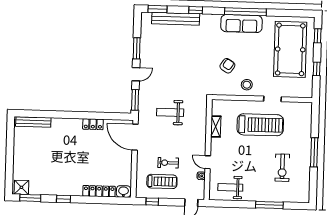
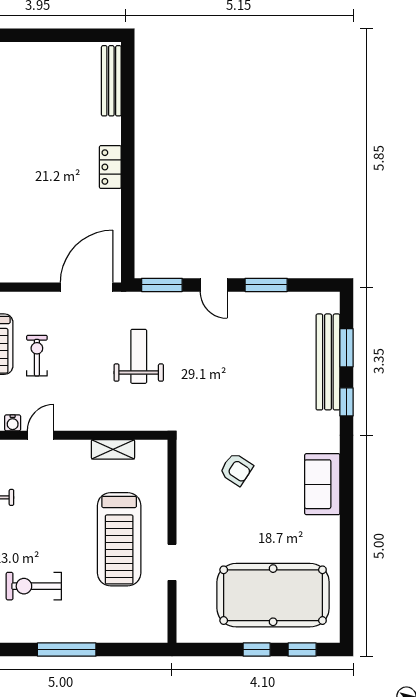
window: (158, 9) -> (347, 348), moved
window: (245, 12) -> (347, 502), removed
sofa: (241, 24) -> (322, 484), width x0.73
window: (317, 69) -> (257, 650), moved
stool: (247, 85) -> (199, 510), removed
locker: (93, 124) -> (110, 167), moved

